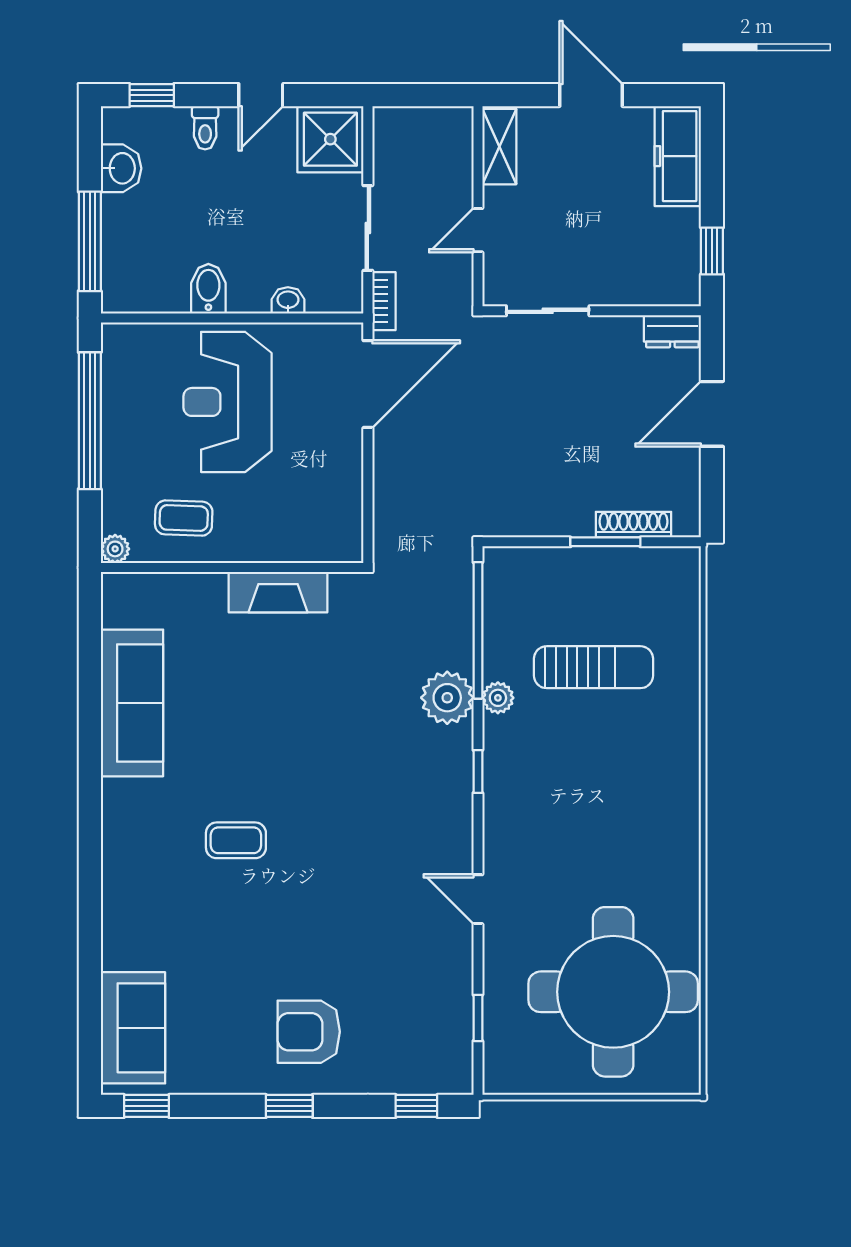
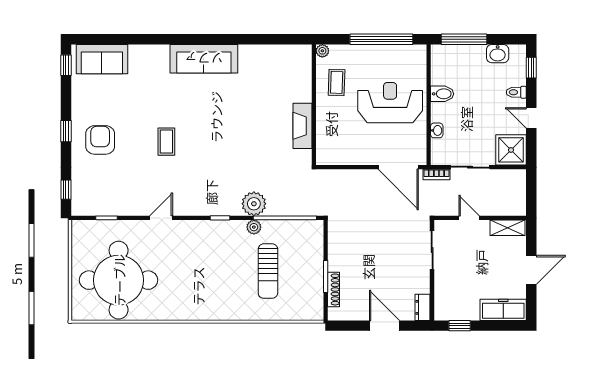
sofa: (132, 703) -> (204, 59), moved
coffee table: (236, 840) -> (166, 142), moved

